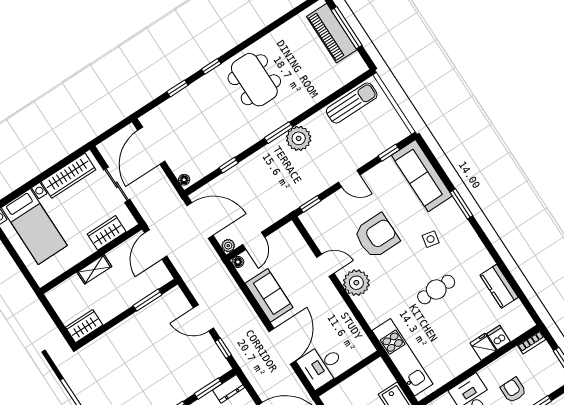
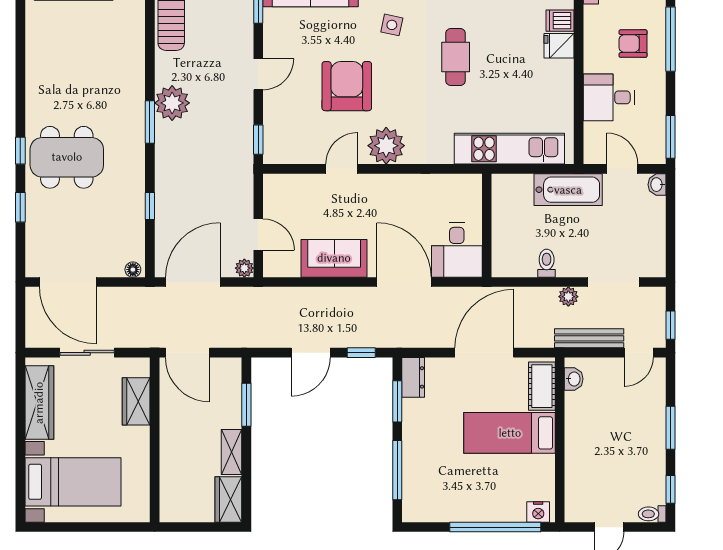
dining table: (254, 80) -> (67, 157), moved
floor lamp: (238, 262) -> (271, 269), removed
shelving: (94, 269) -> (232, 452), moved

